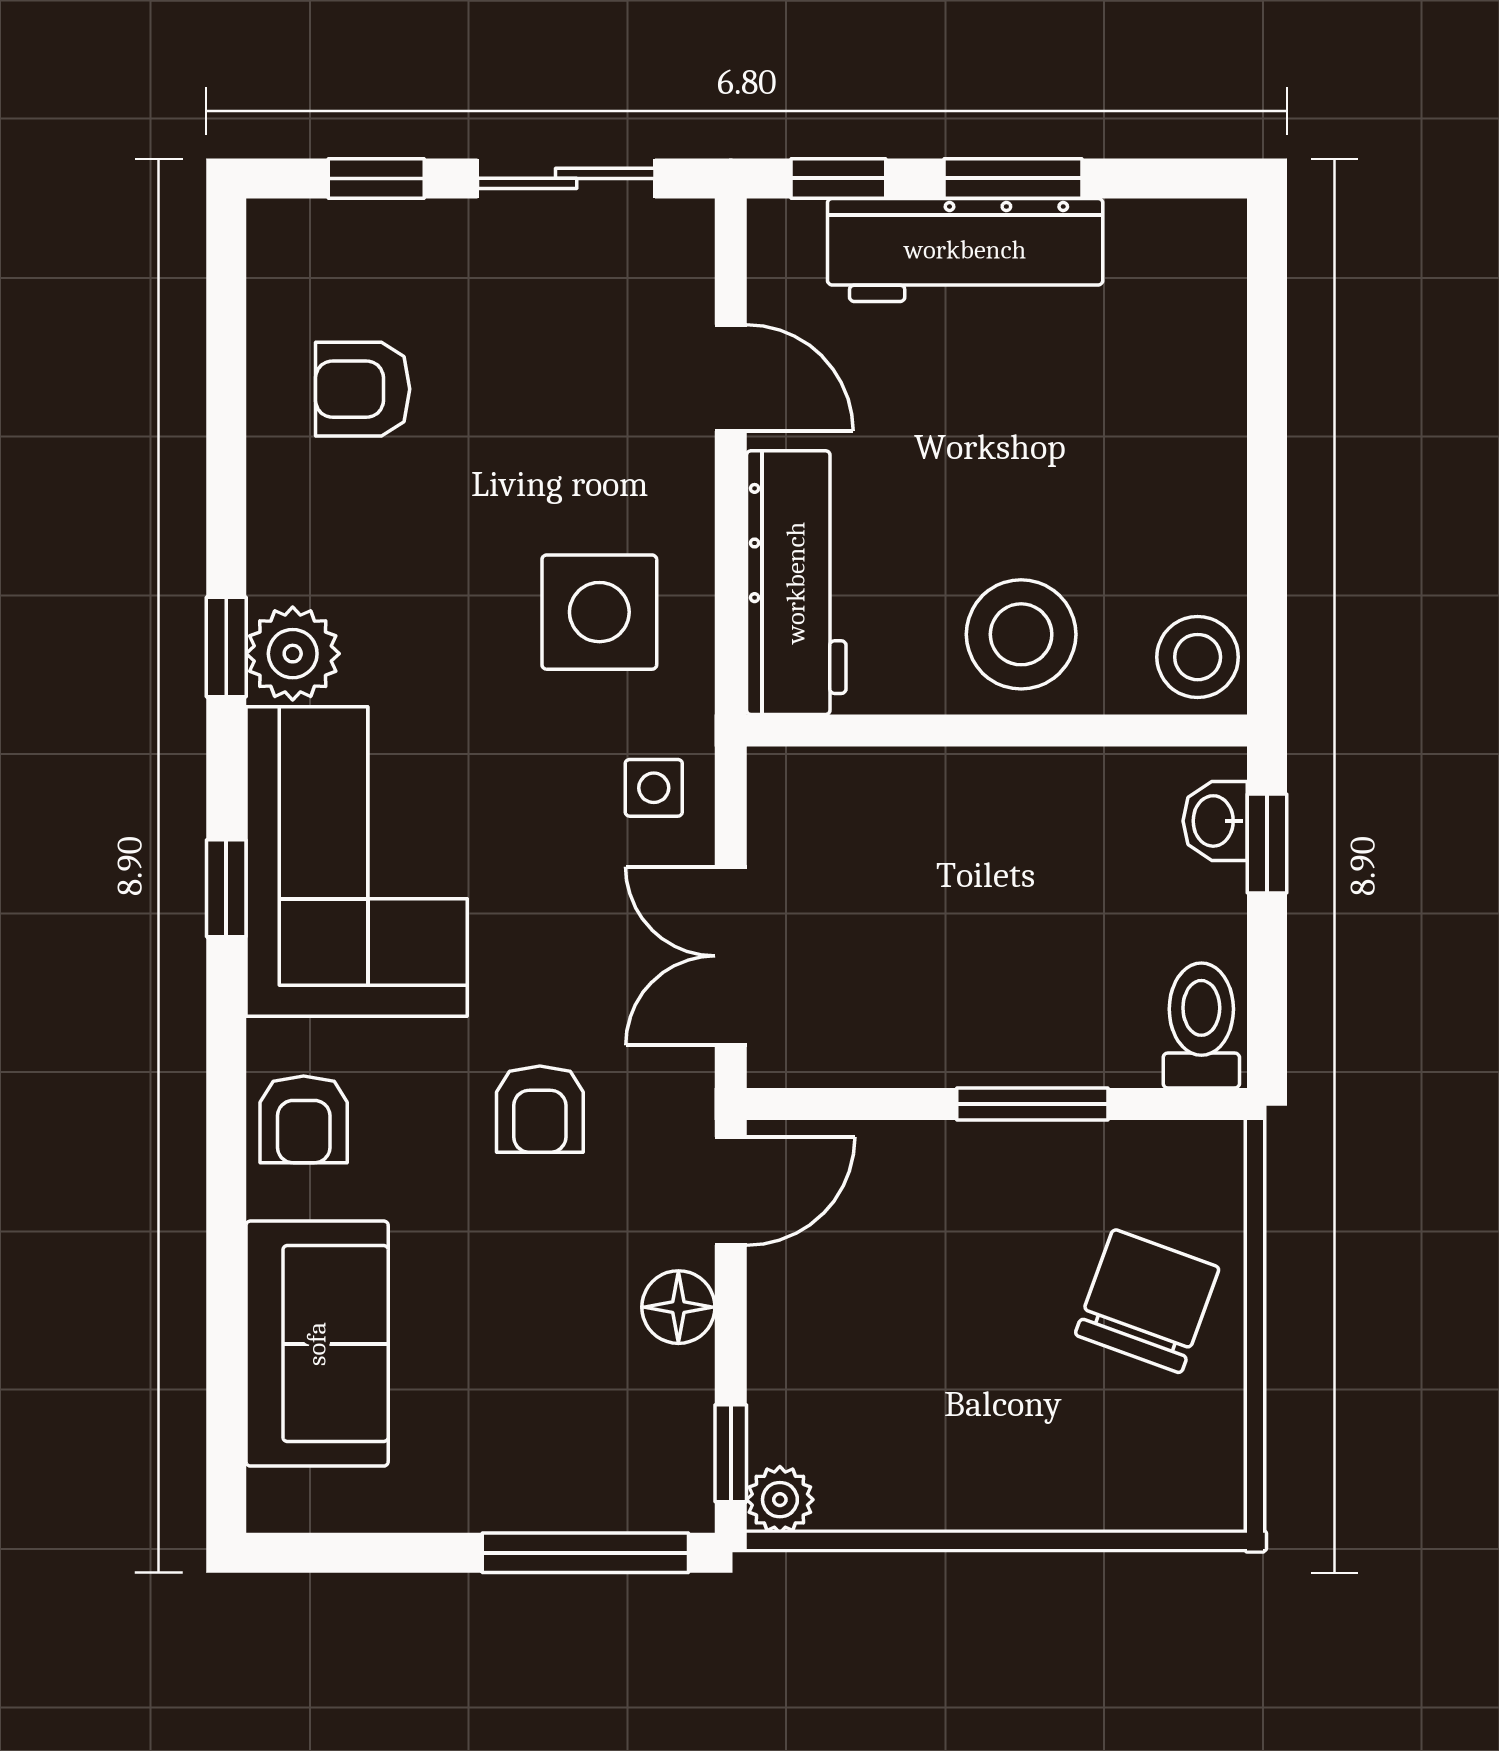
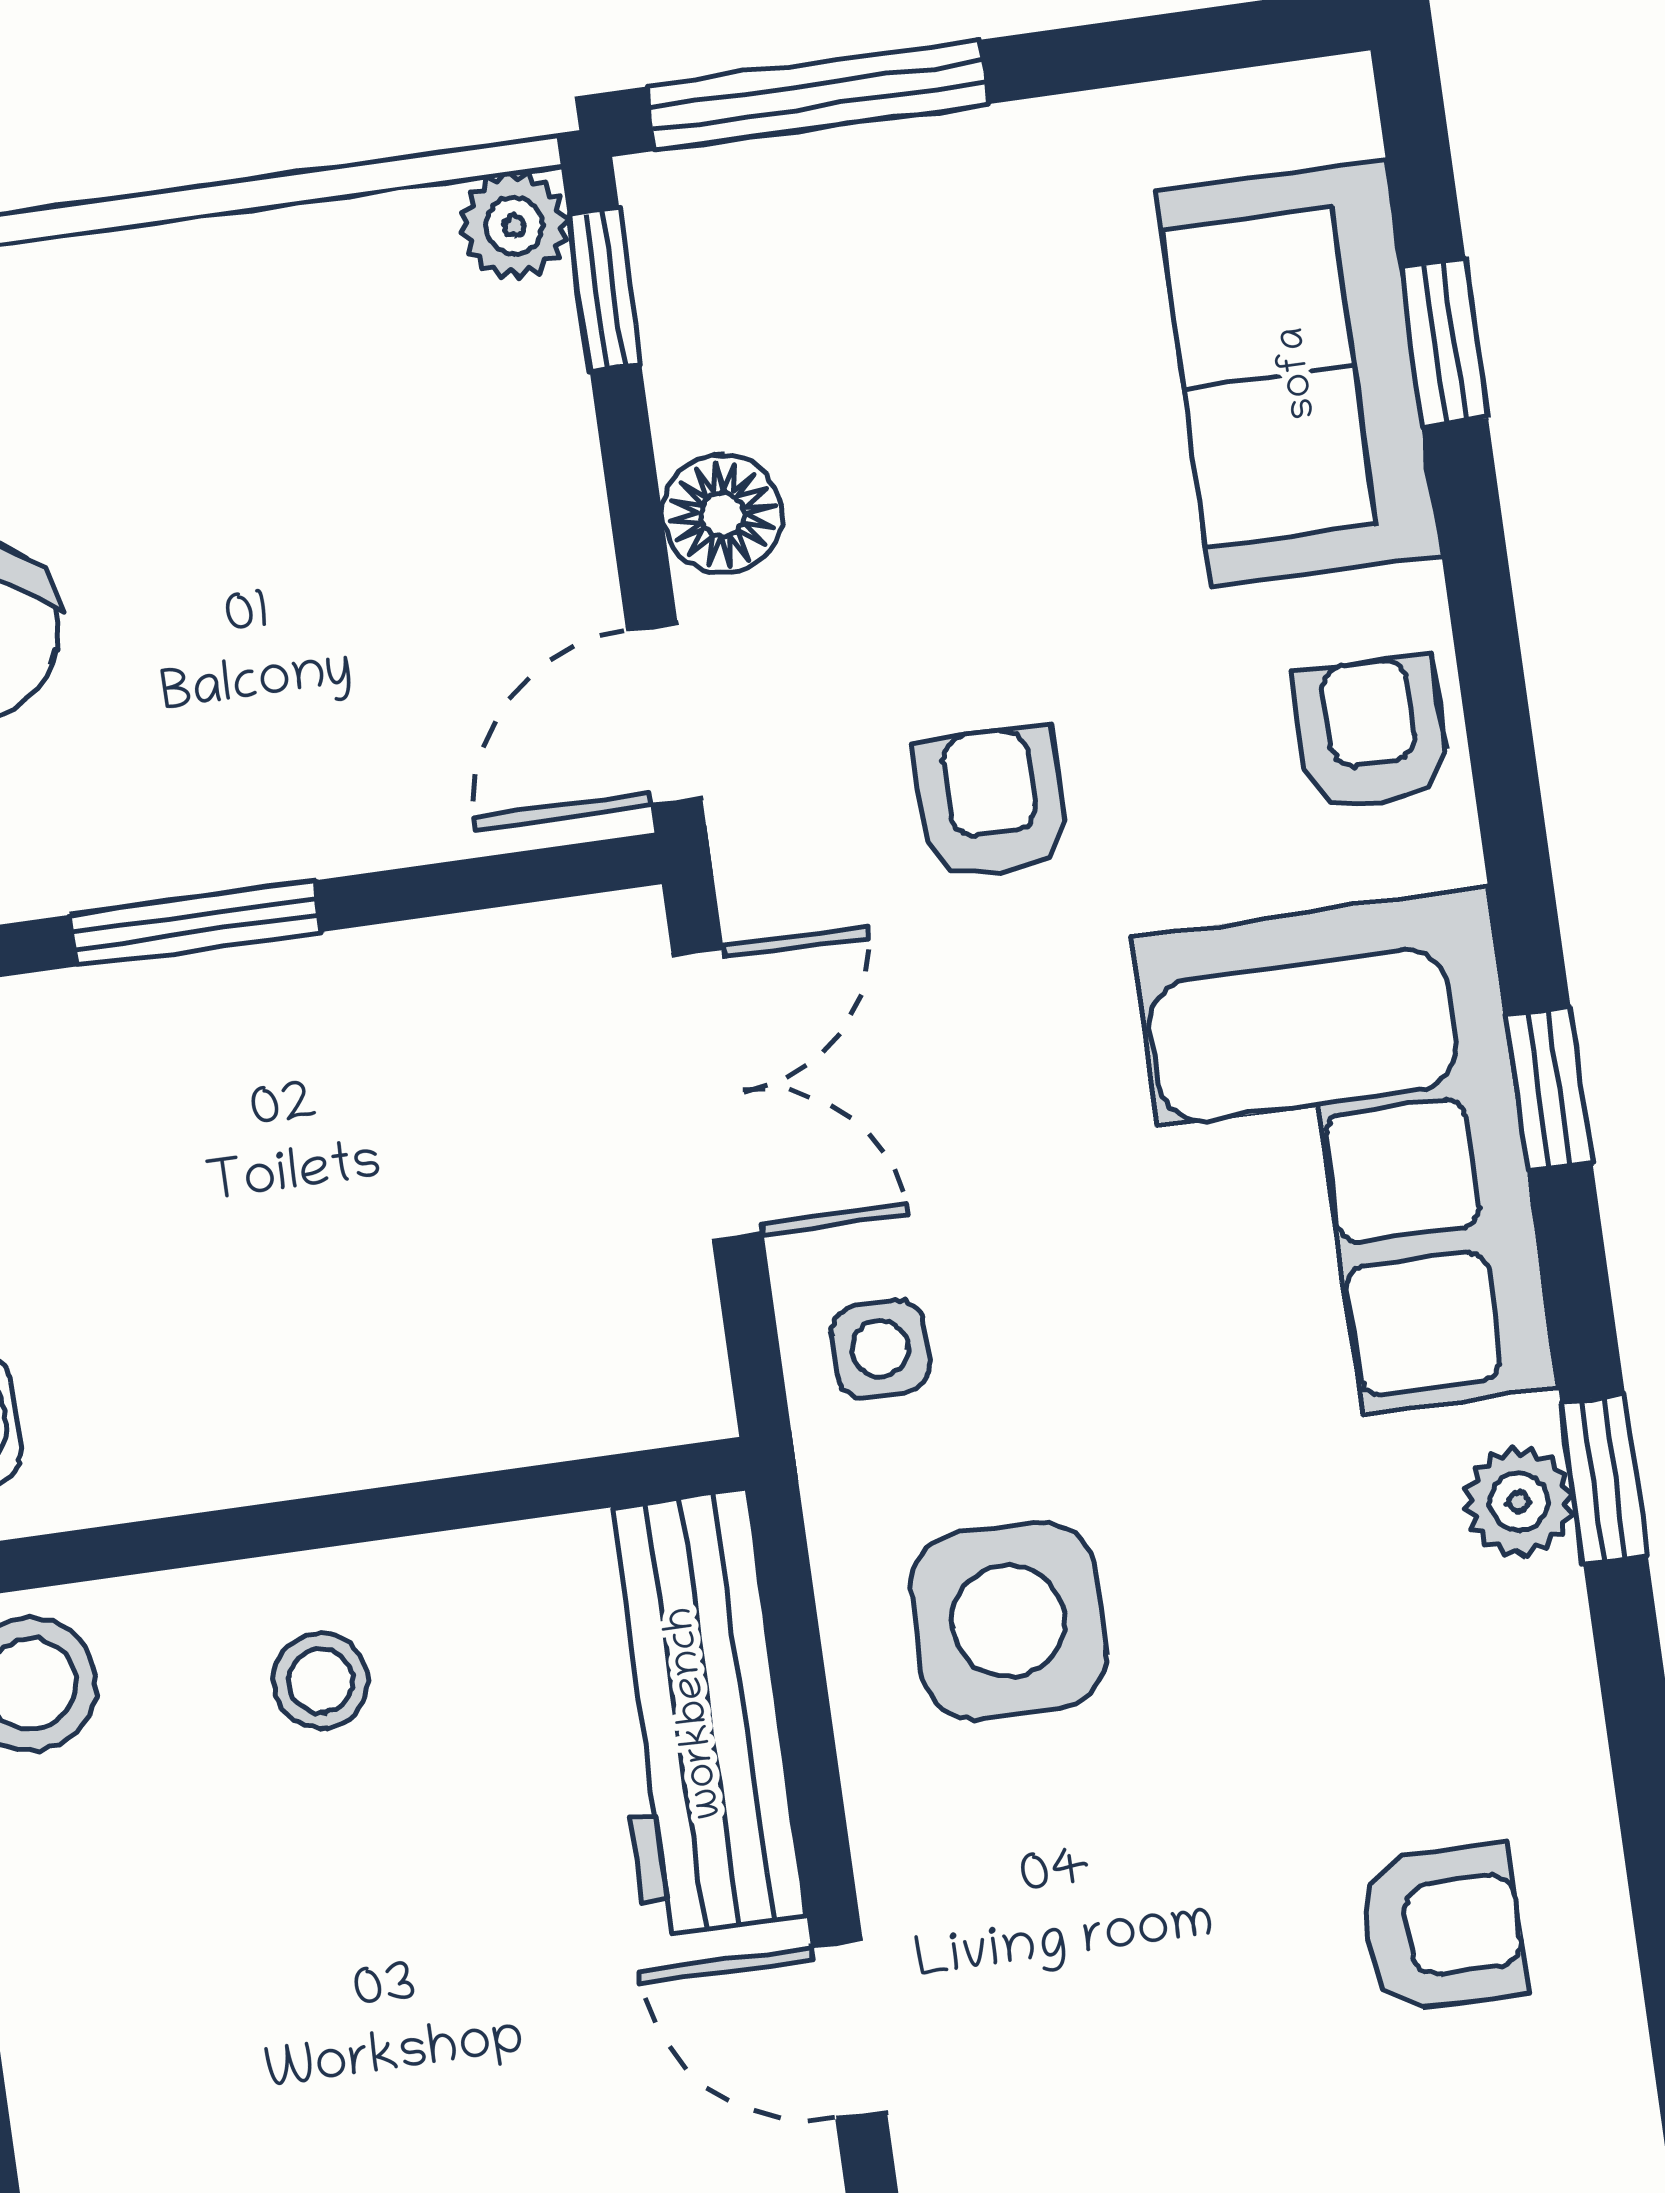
stool: (1021, 634) -> (321, 1681), width x0.53, depth x0.53
plant: (293, 654) -> (1519, 1502), width x0.73, depth x0.73
window: (226, 1350) -> (1444, 343), added

